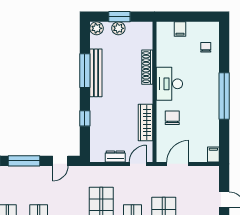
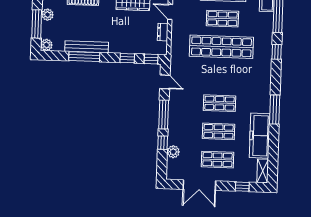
window: (119, 17) -> (37, 24), width x1.44
plant: (118, 28) -> (48, 15), moved
window: (85, 145) -> (151, 59), added

